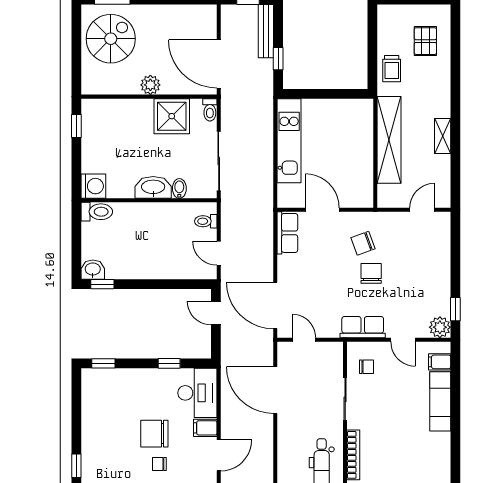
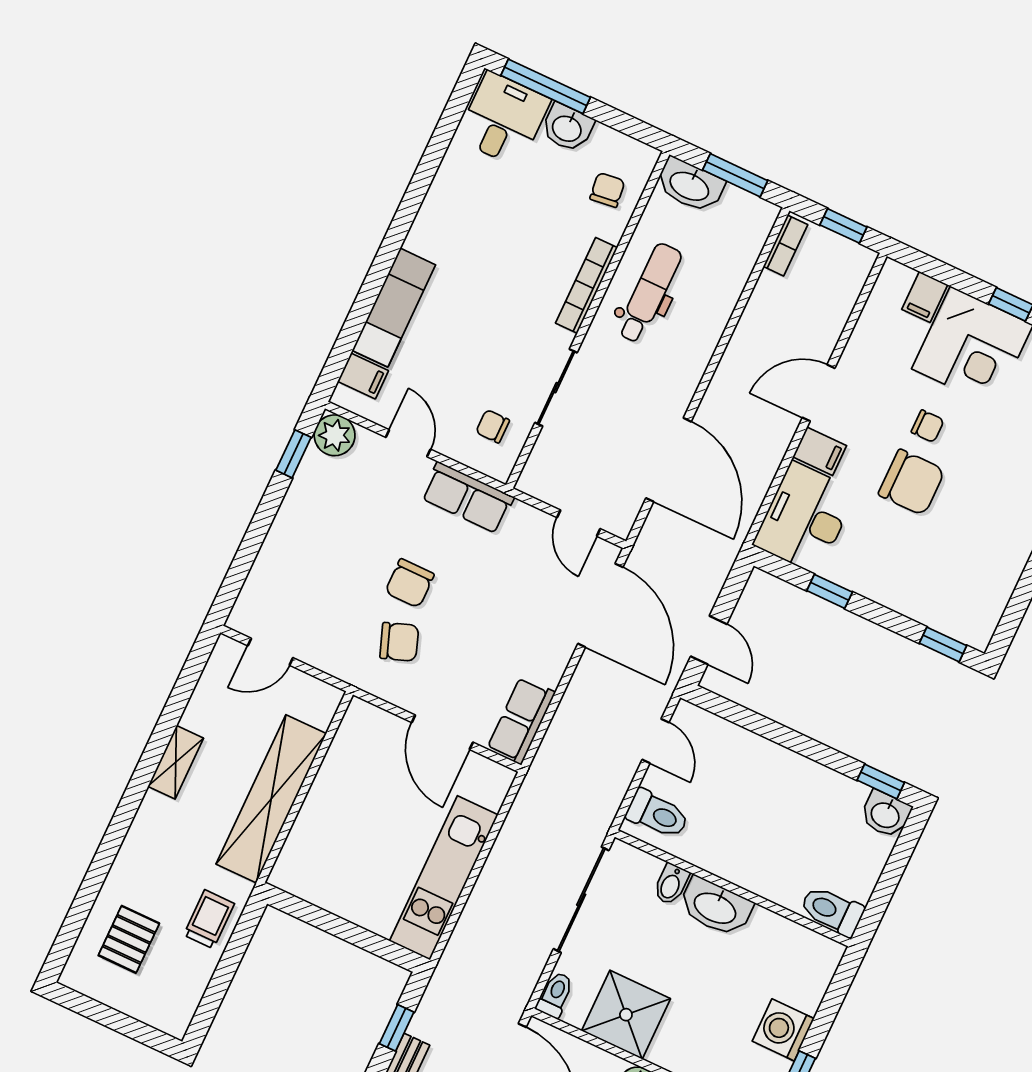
washing machine: (93, 186) -> (783, 1030), moved
toilet: (206, 221) -> (657, 814), width x1.37, depth x1.39

